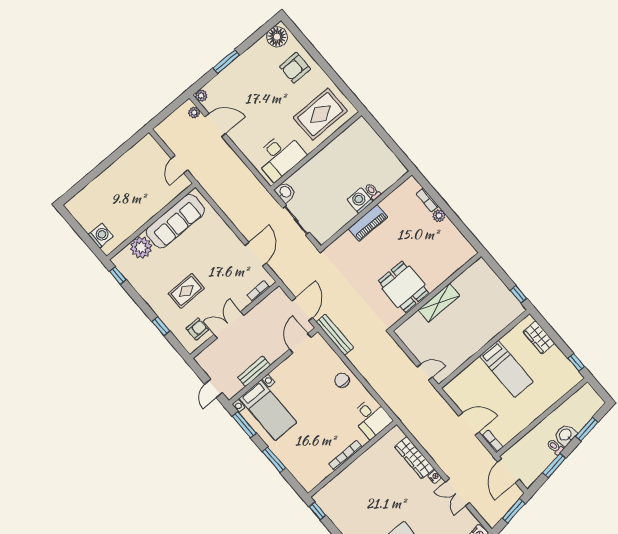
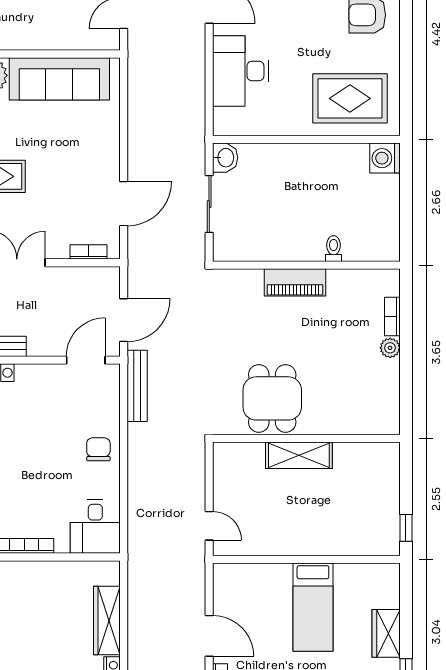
desk: (280, 156) -> (240, 71), moved, turned 90
washing machine: (360, 201) -> (385, 158), moved, turned -90
wardrobe: (539, 337) -> (386, 633), moved

